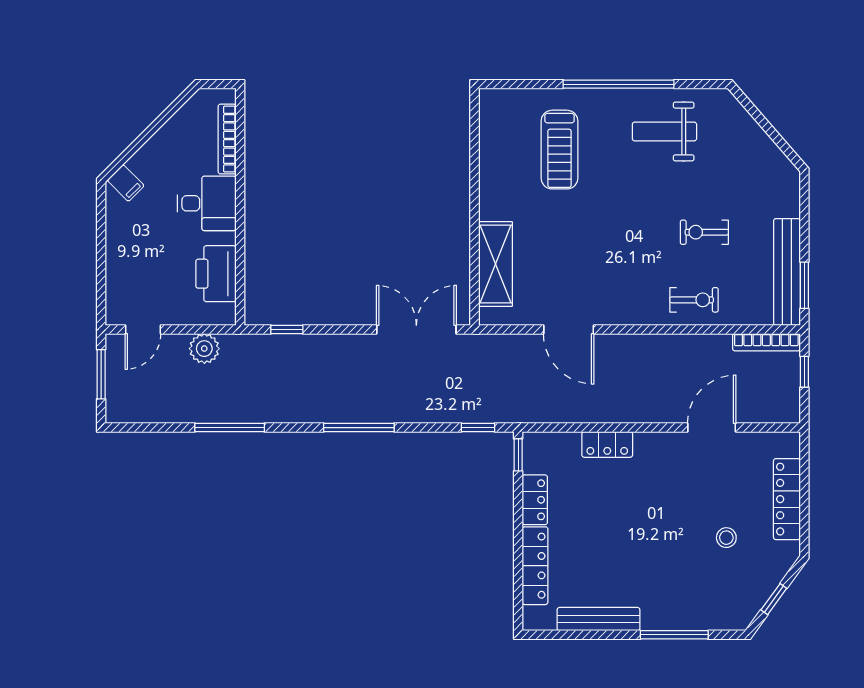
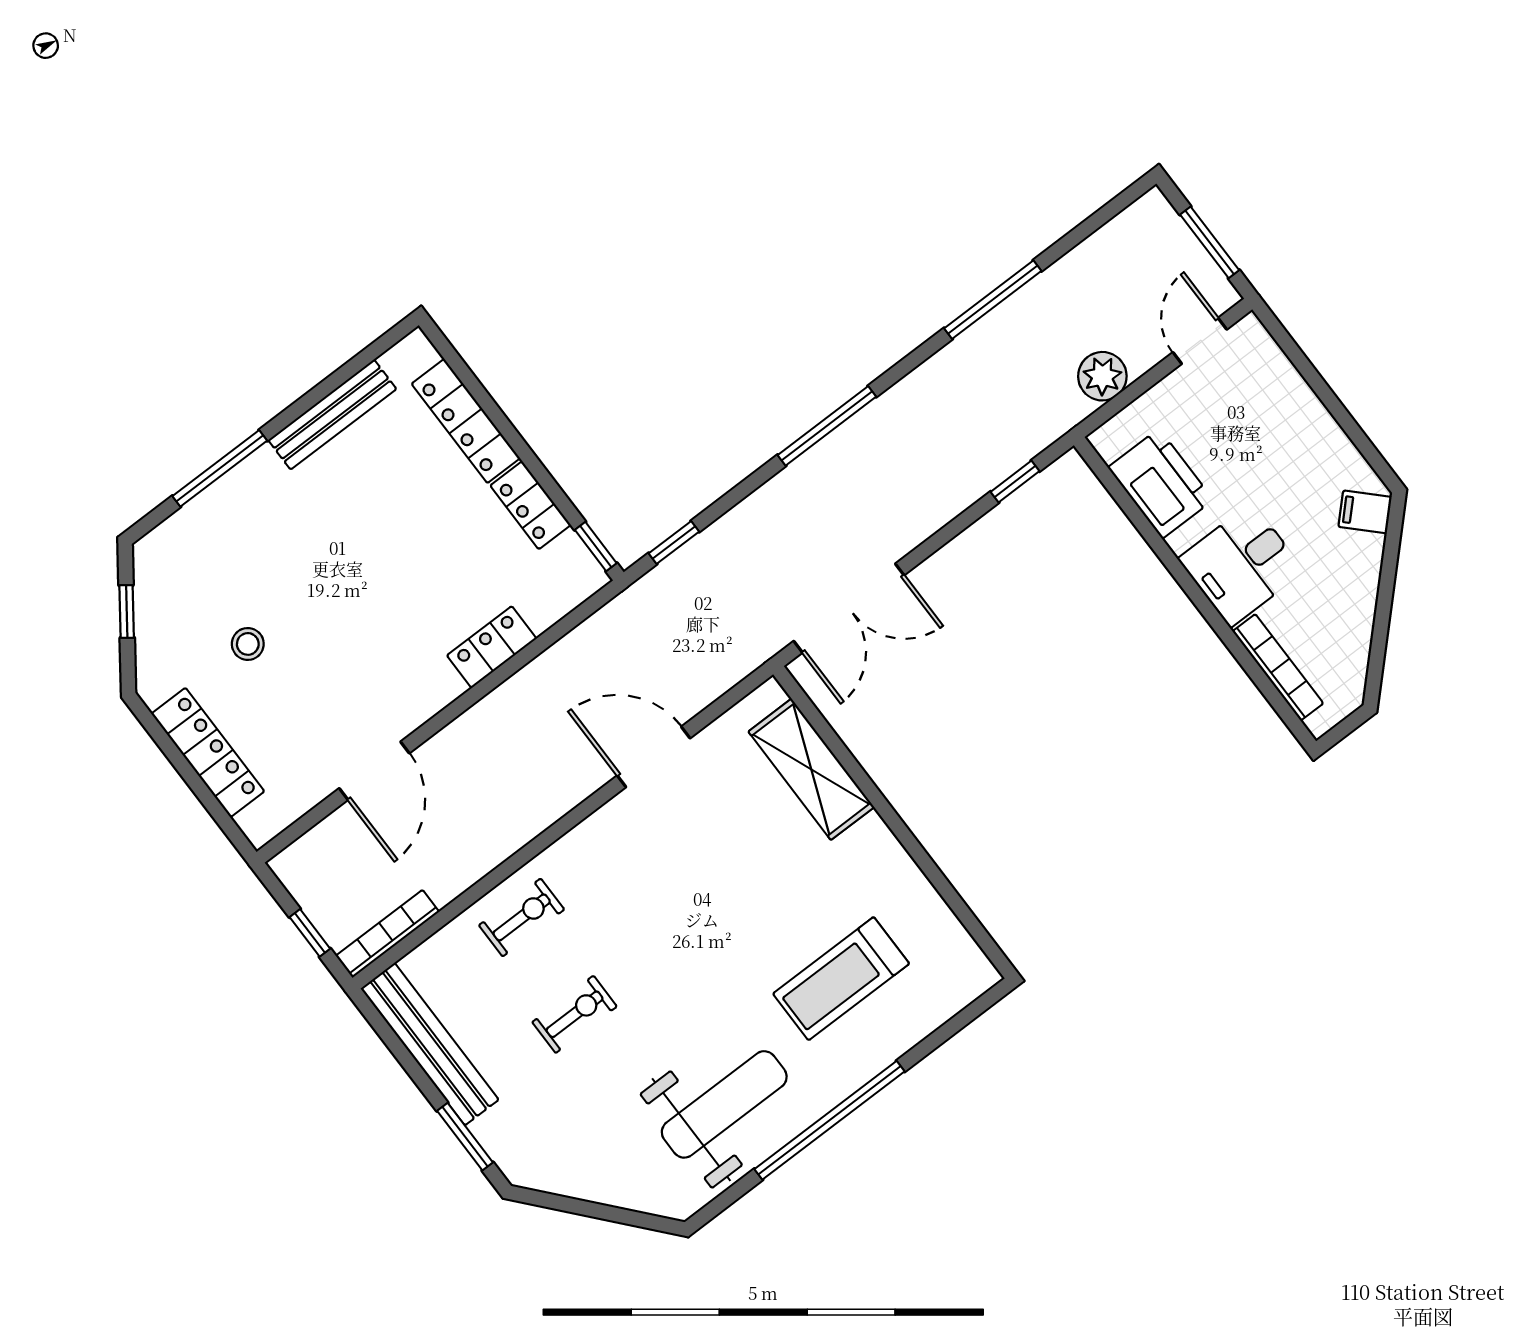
weight bench: (664, 132) -> (724, 1104), width x1.36, depth x1.33
treadmill: (559, 150) -> (841, 979), turned -90
window: (804, 285) -> (465, 1137), moved
exercise bike: (694, 300) -> (522, 917), turned 180

